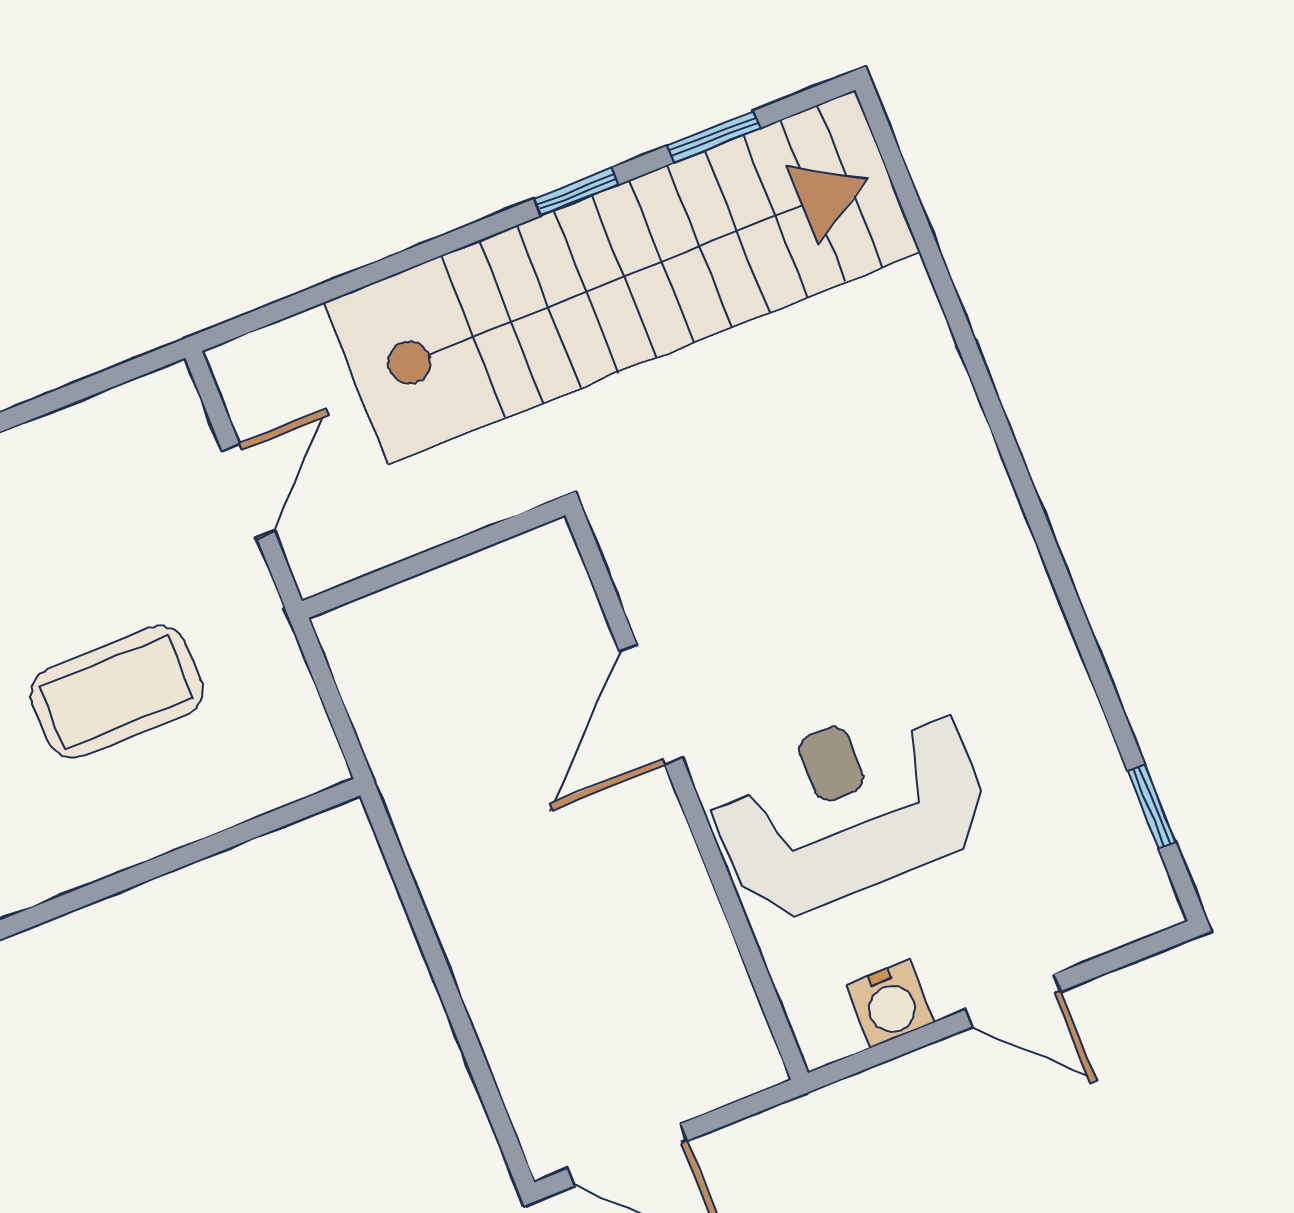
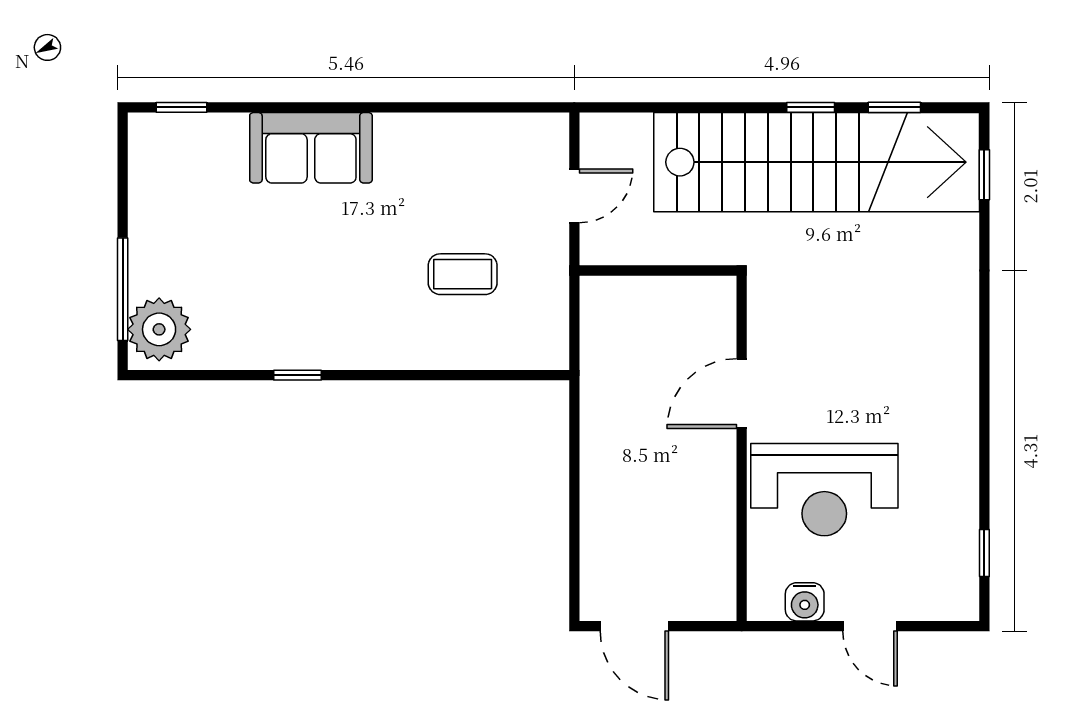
window: (904, 188) -> (984, 175), added
coffee table: (117, 692) -> (463, 274), width x0.73, depth x0.77
reception desk: (849, 808) -> (824, 490), turned 180

